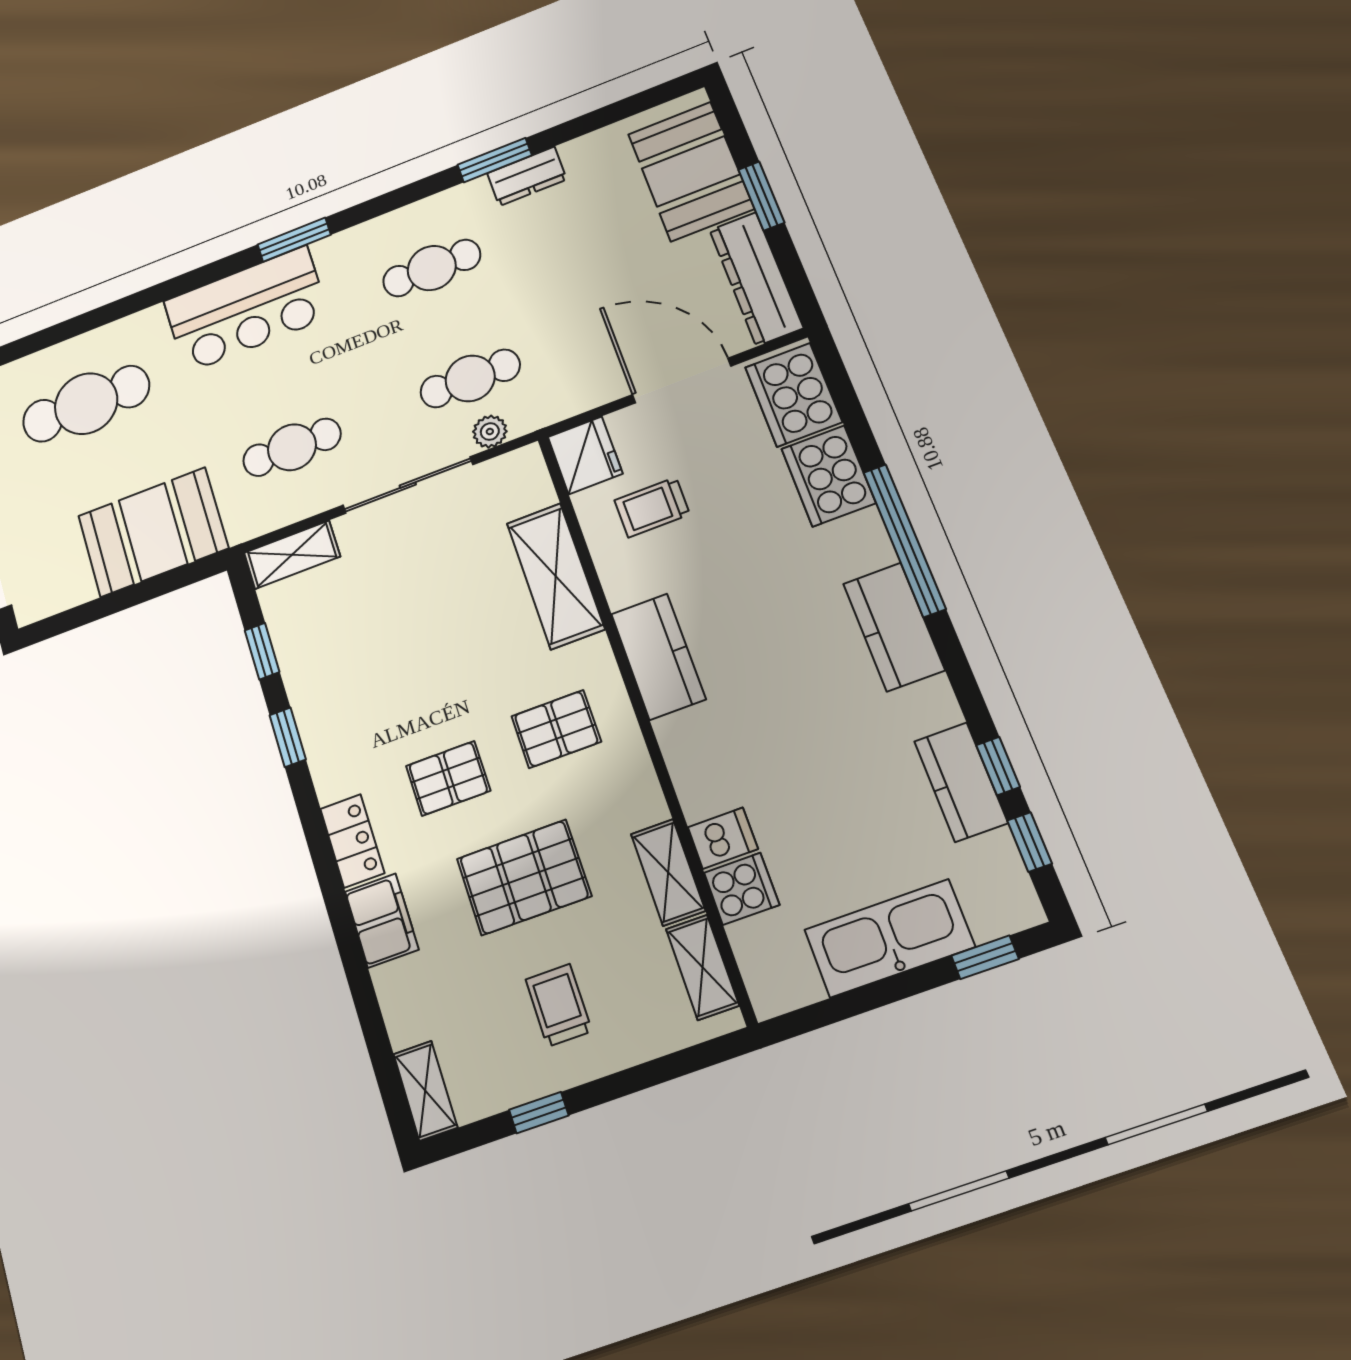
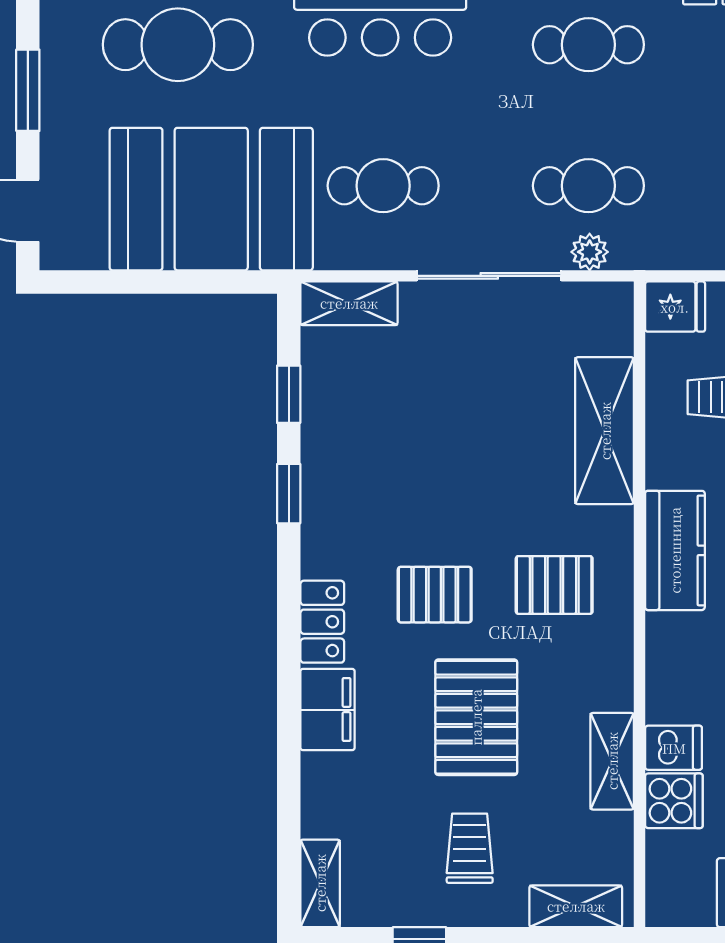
fridge: (585, 455) -> (675, 307), width x0.72
booth: (153, 532) -> (211, 199), width x1.36, depth x1.42
pallet: (524, 877) -> (476, 717), turned 90
shelving: (702, 967) -> (576, 906), moved, turned 90

